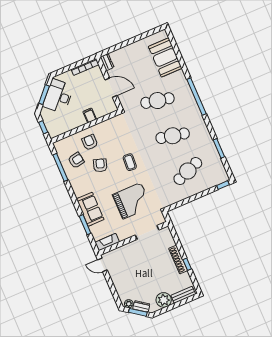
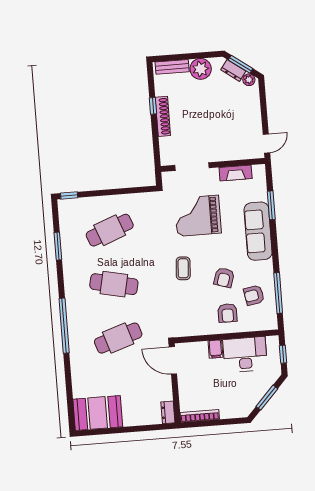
booth: (165, 57) -> (98, 413), moved, turned 90
door: (111, 88) -> (173, 360), moved
desk: (58, 96) -> (245, 354), moved, turned -133
cafe table: (157, 101) -> (118, 338), turned -30
sofa: (90, 209) -> (258, 231), width x1.36
fireplace: (107, 242) -> (236, 173), moved
door: (102, 265) -> (266, 143), hinge flipped

